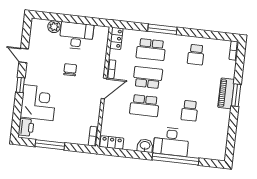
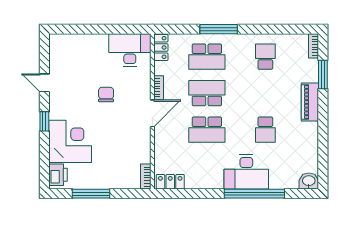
plant: (54, 27) -> (79, 41), removed
desk: (76, 36) -> (130, 50), moved
school desk: (196, 55) -> (265, 57), turned 180
window: (236, 95) -> (323, 75), moved
washbasin: (145, 146) -> (309, 181), moved

